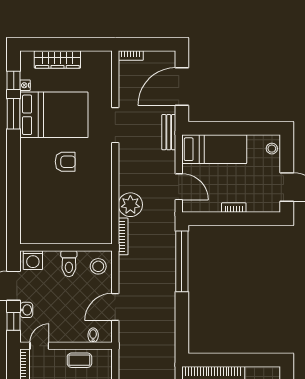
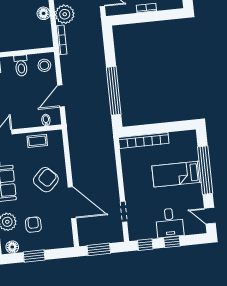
floor lamp: (104, 201) -> (44, 13), added
window: (182, 261) -> (114, 91), moved

